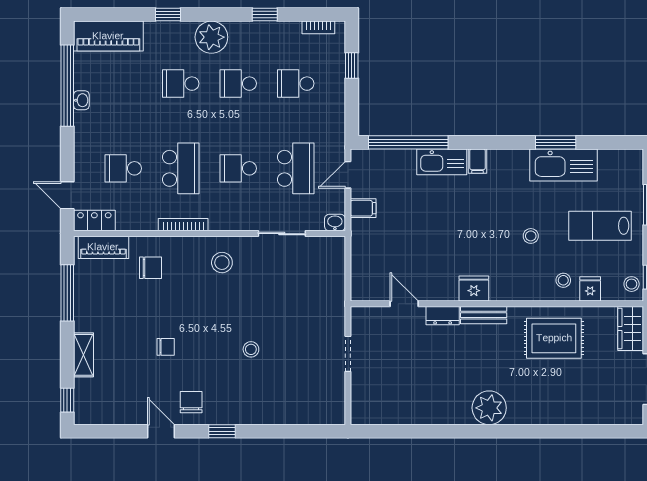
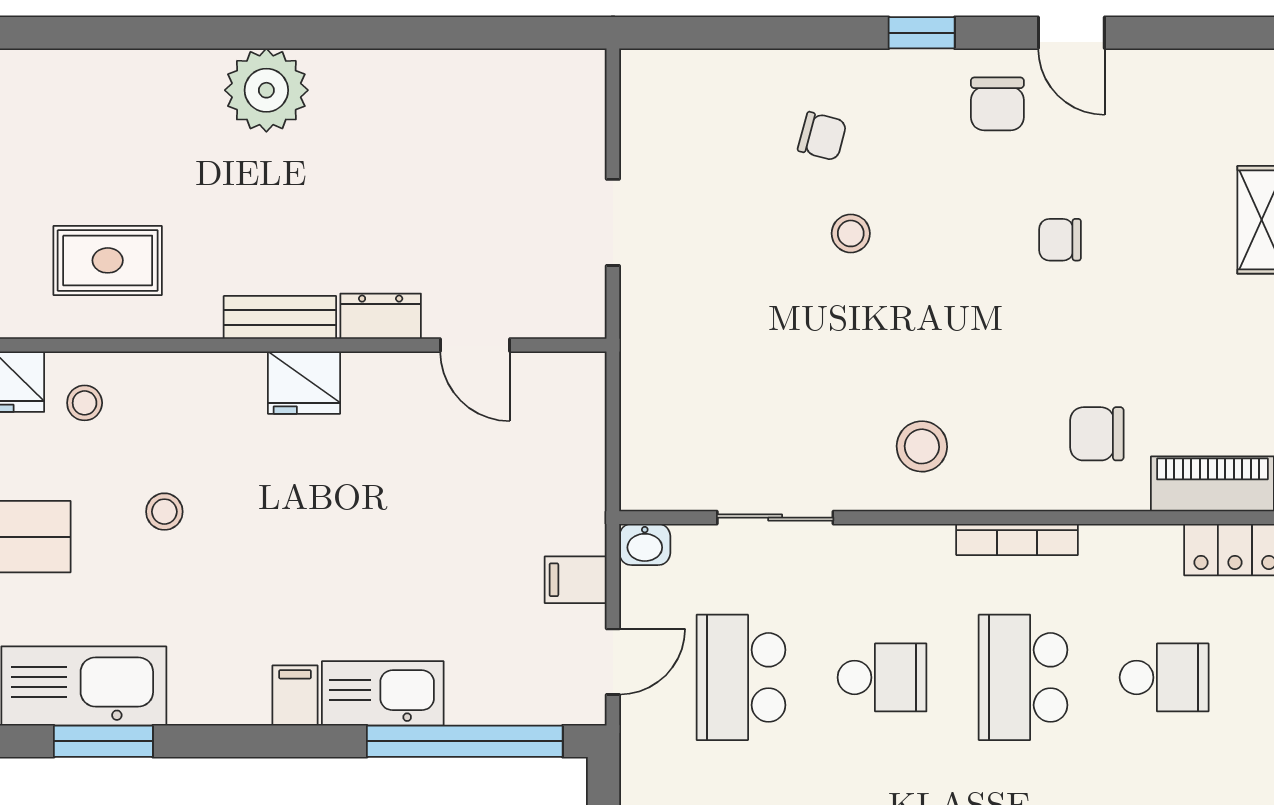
rug: (554, 338) -> (108, 260), width x0.73, depth x0.70
chair: (263, 389) -> (822, 136), added

